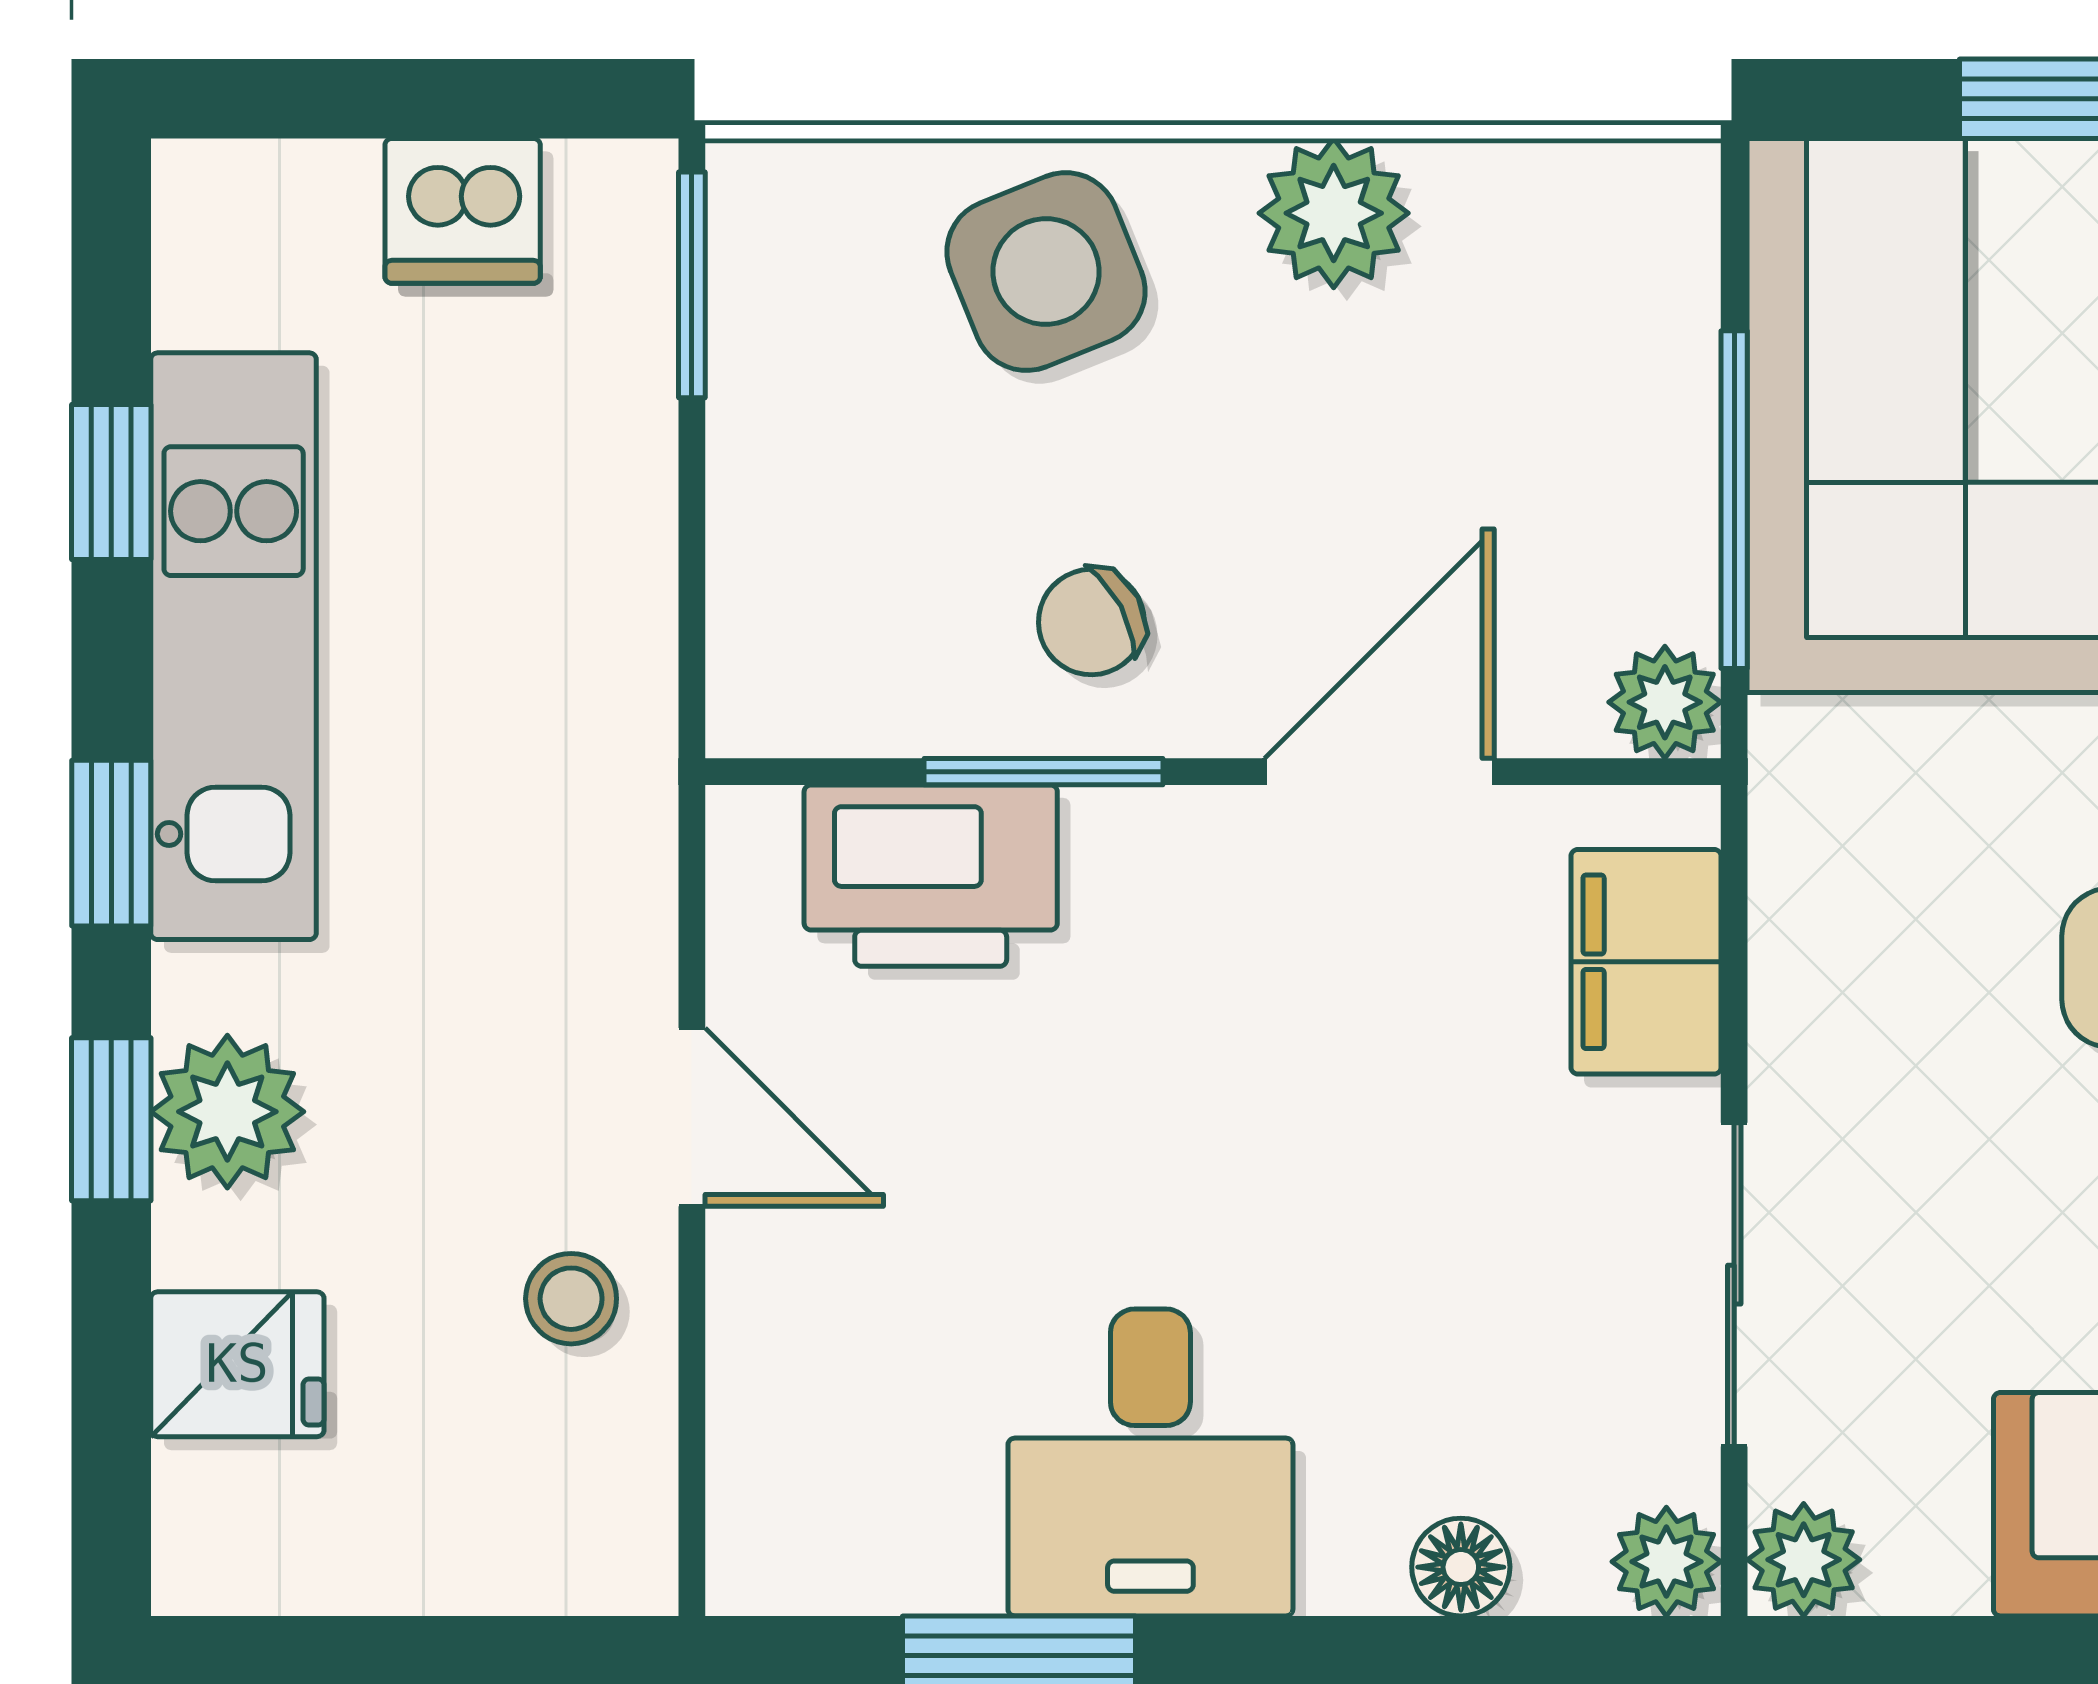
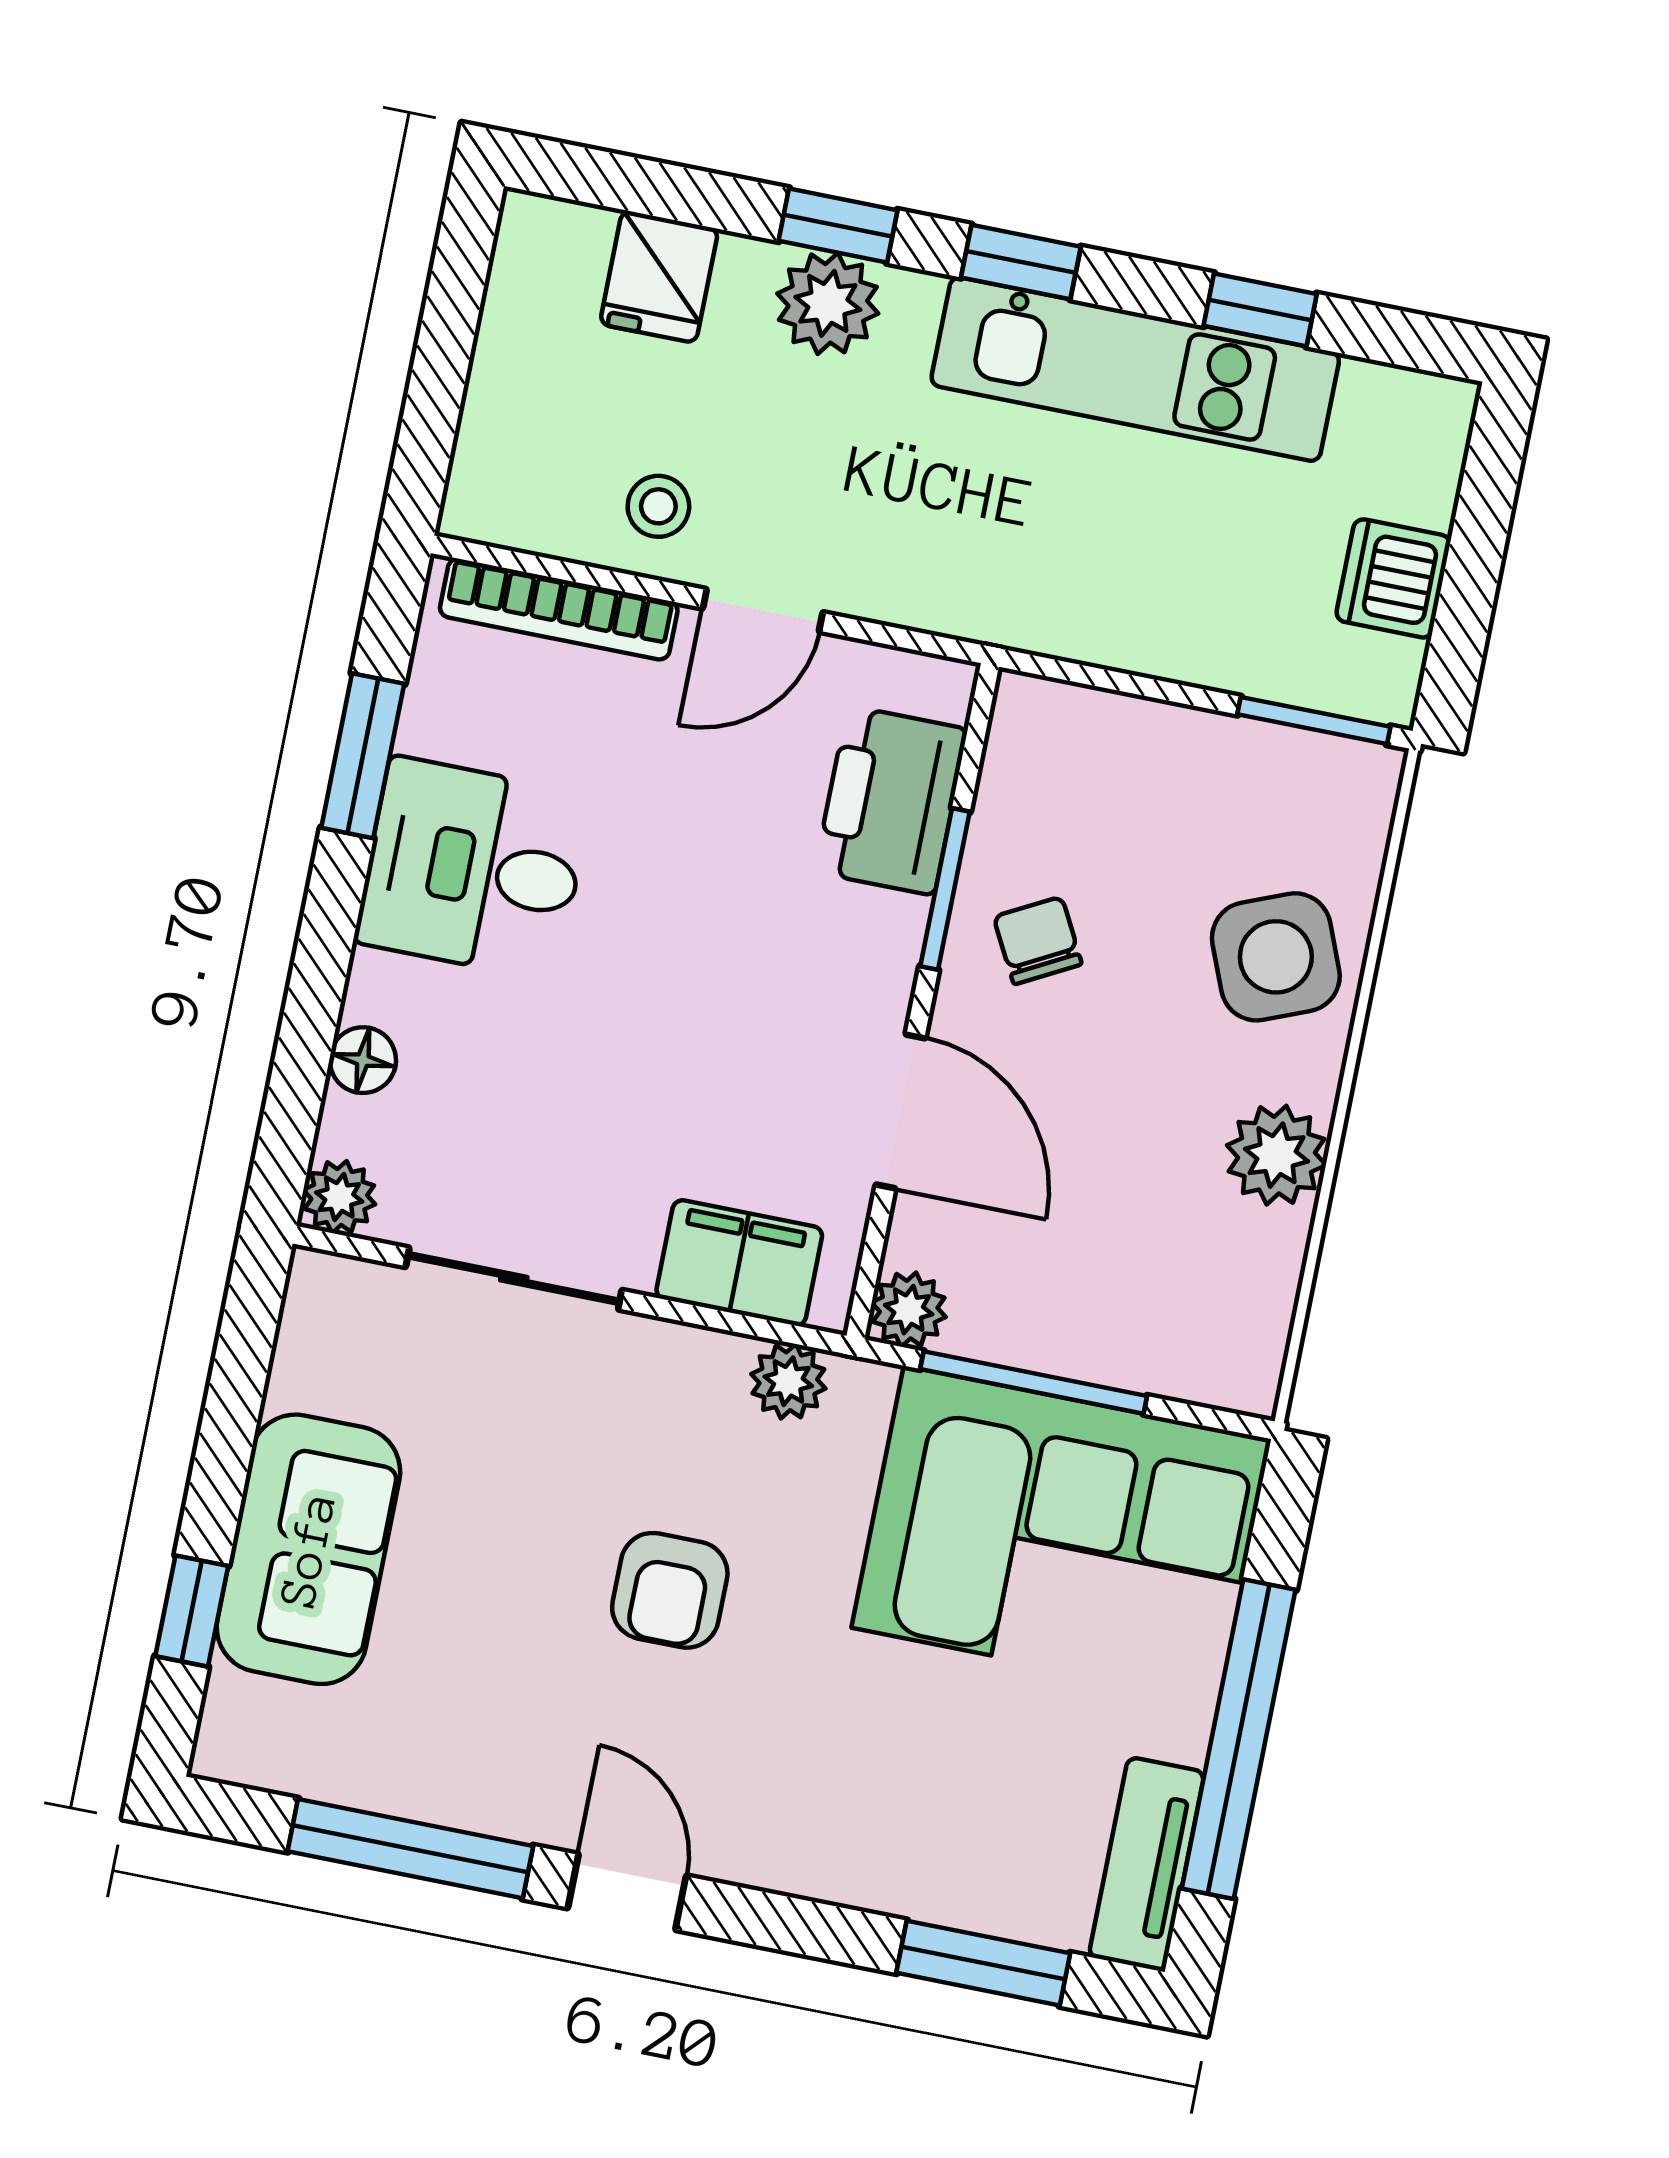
bookcase: (749, 1413) -> (559, 609), added
plant: (1804, 1560) -> (788, 1381), moved

